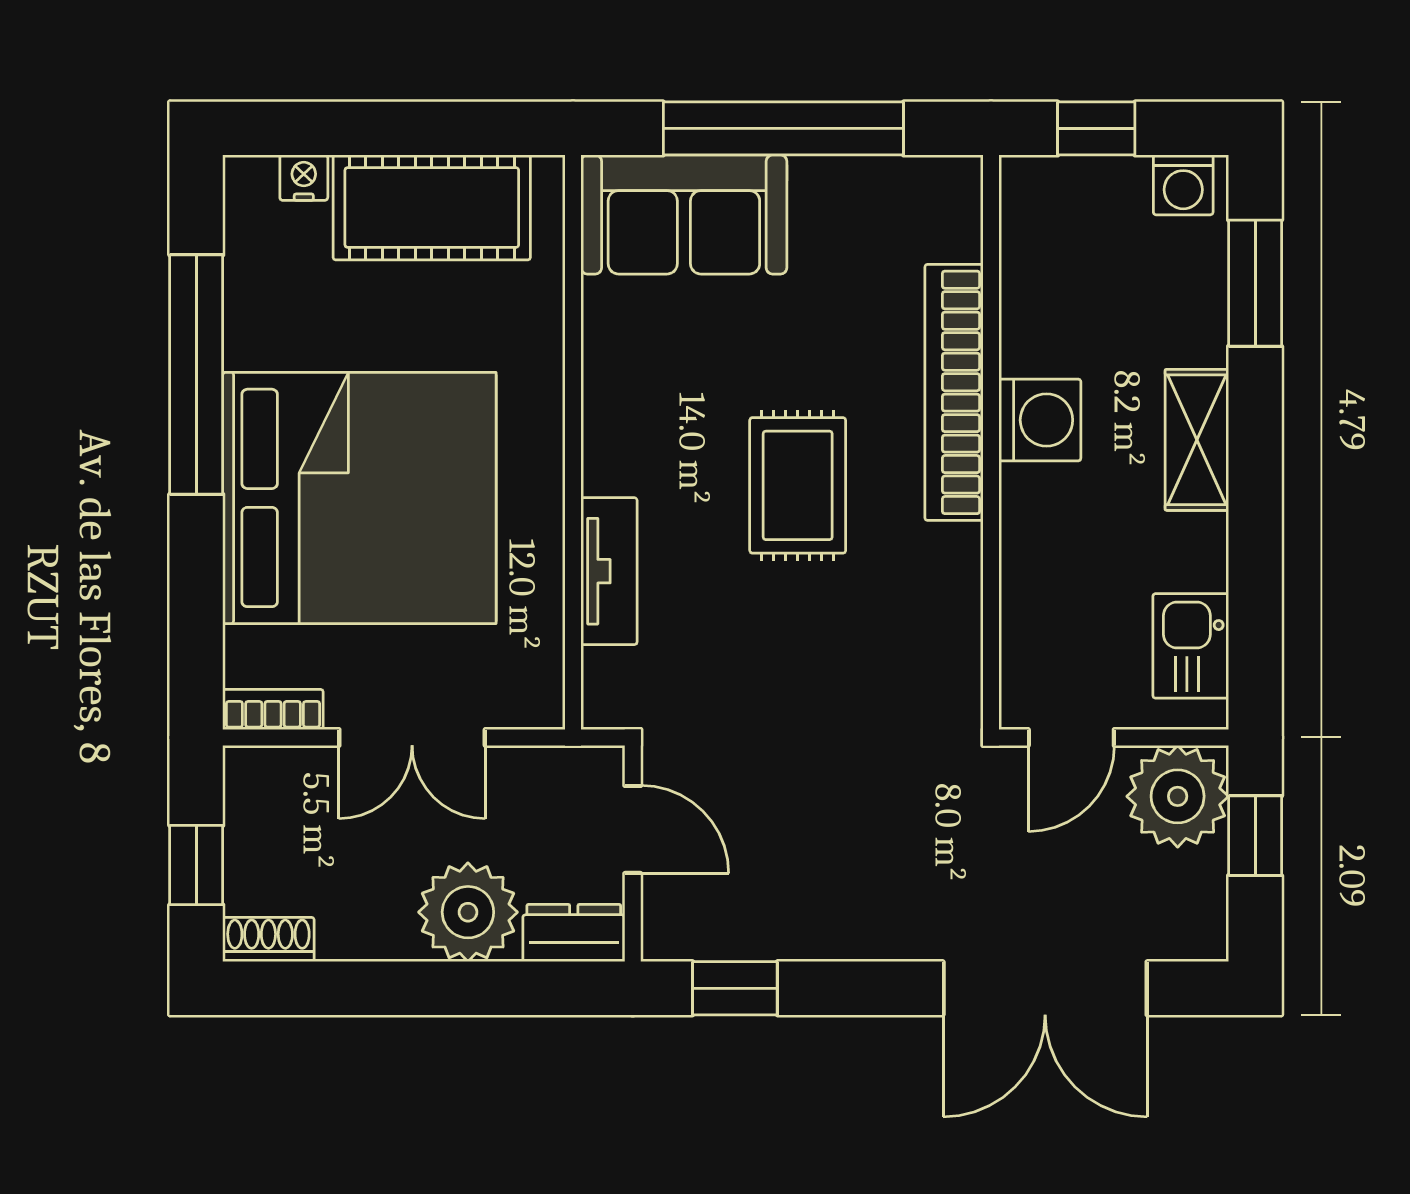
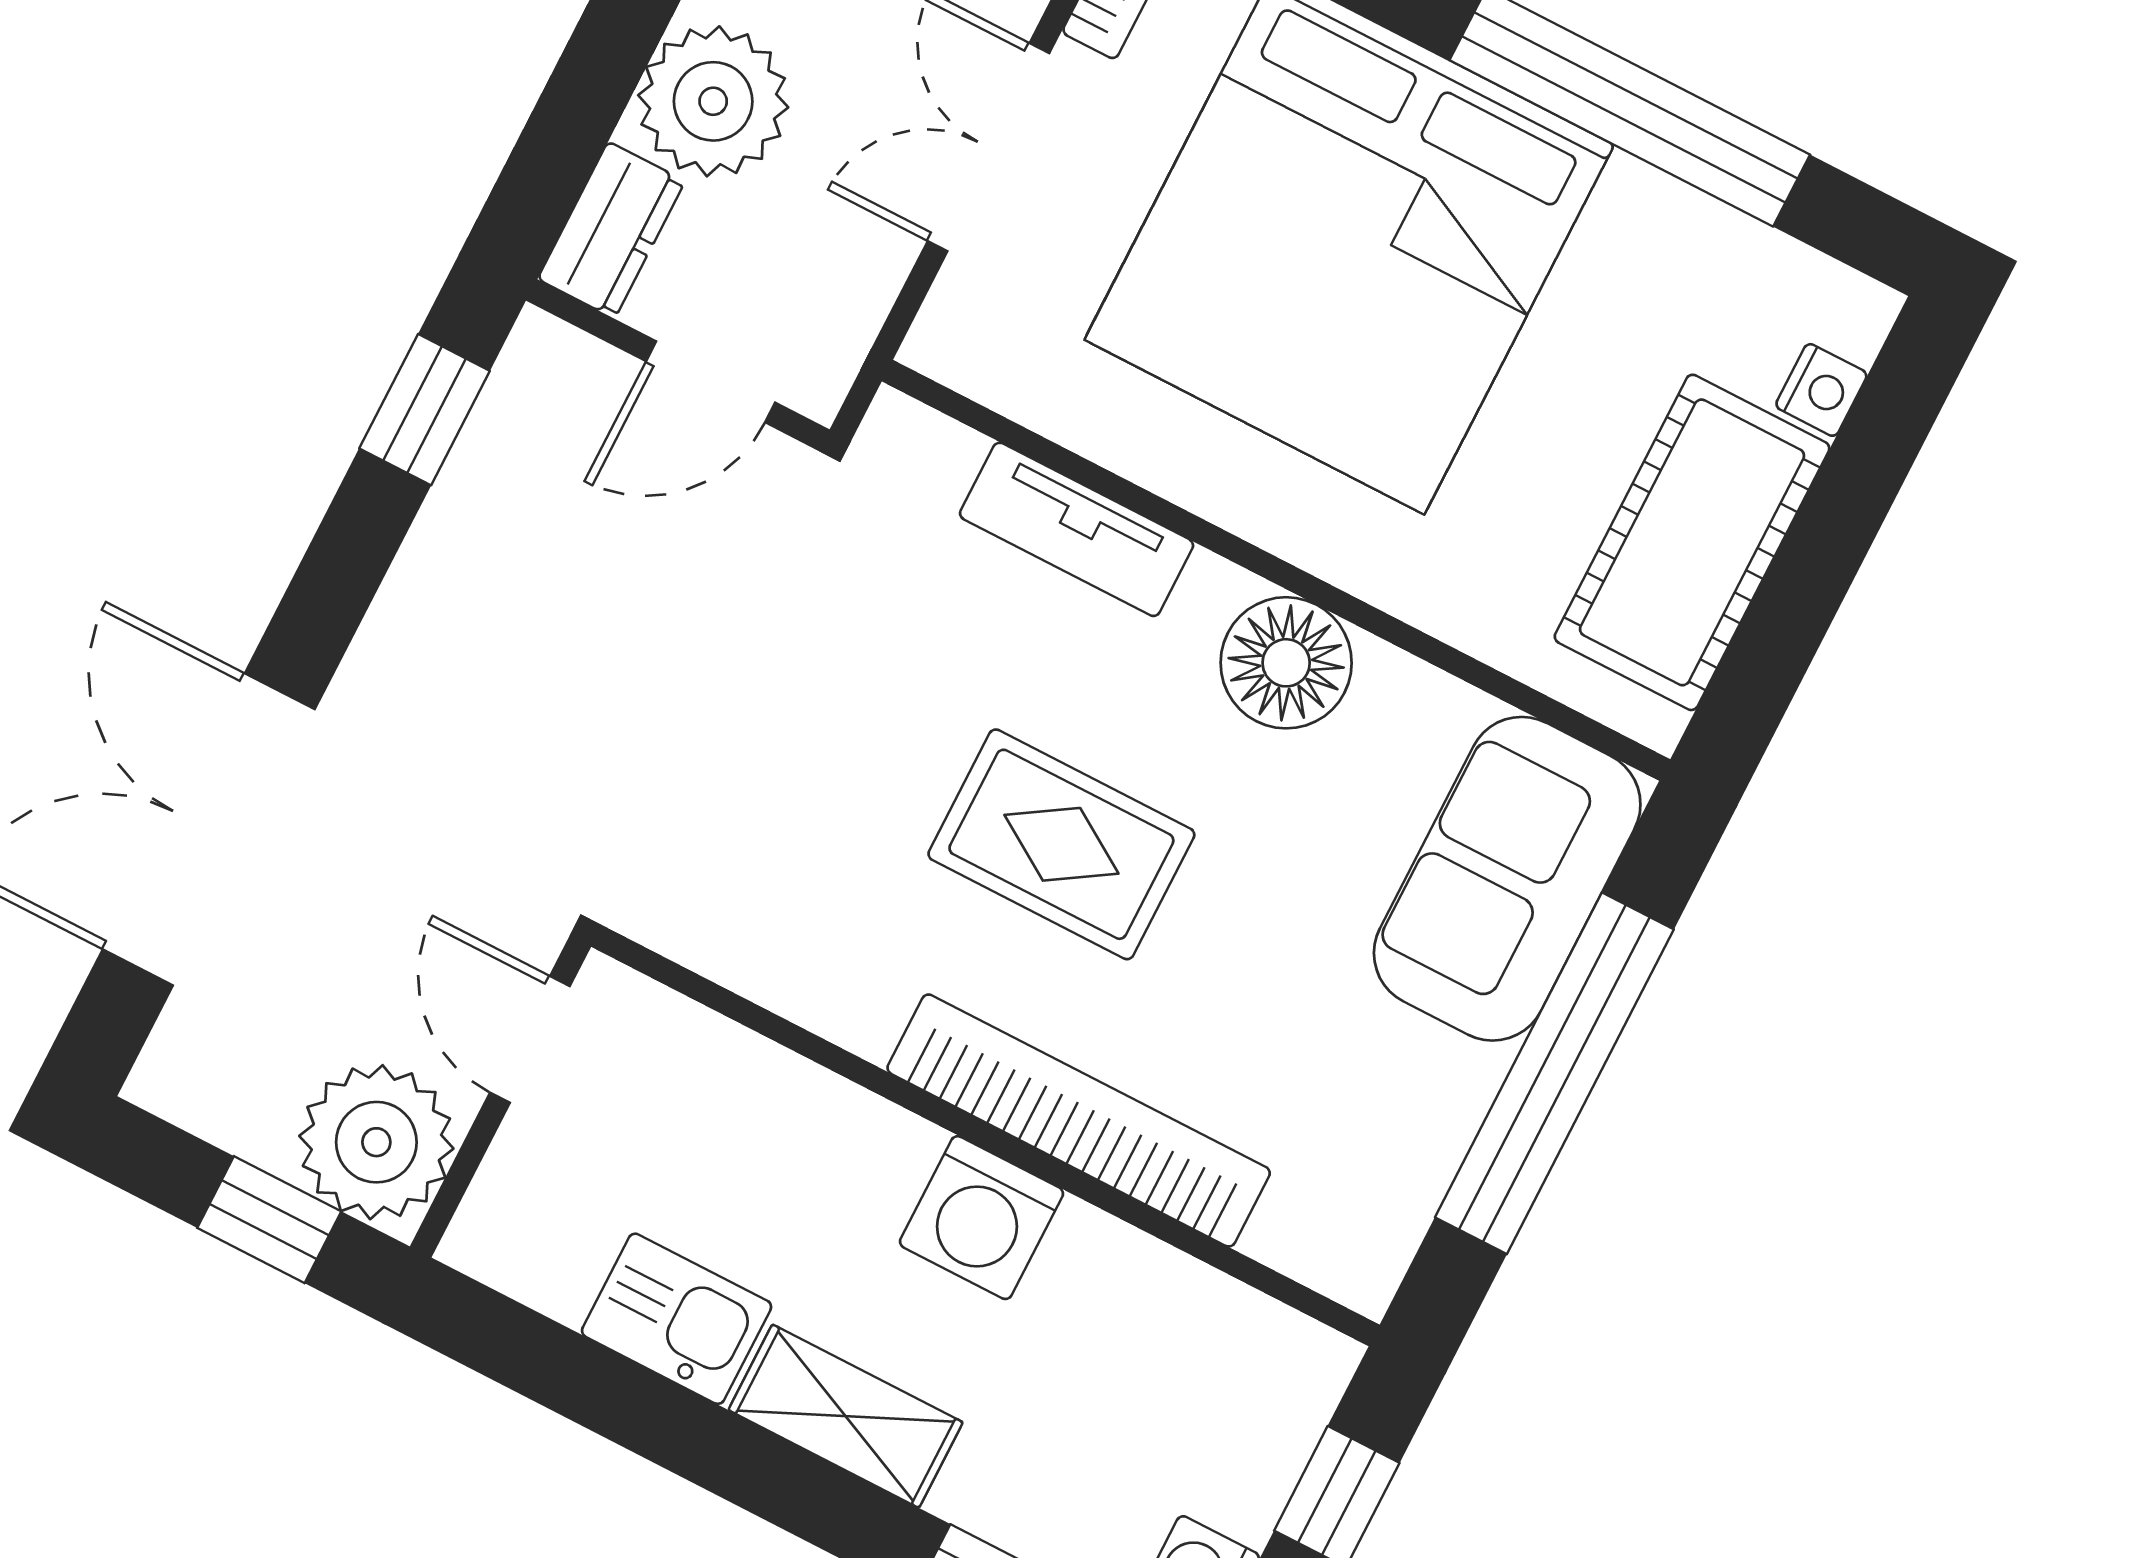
floor lamp: (624, 409) -> (1286, 663), added
kitchen sink: (1191, 646) -> (677, 1319), moved

